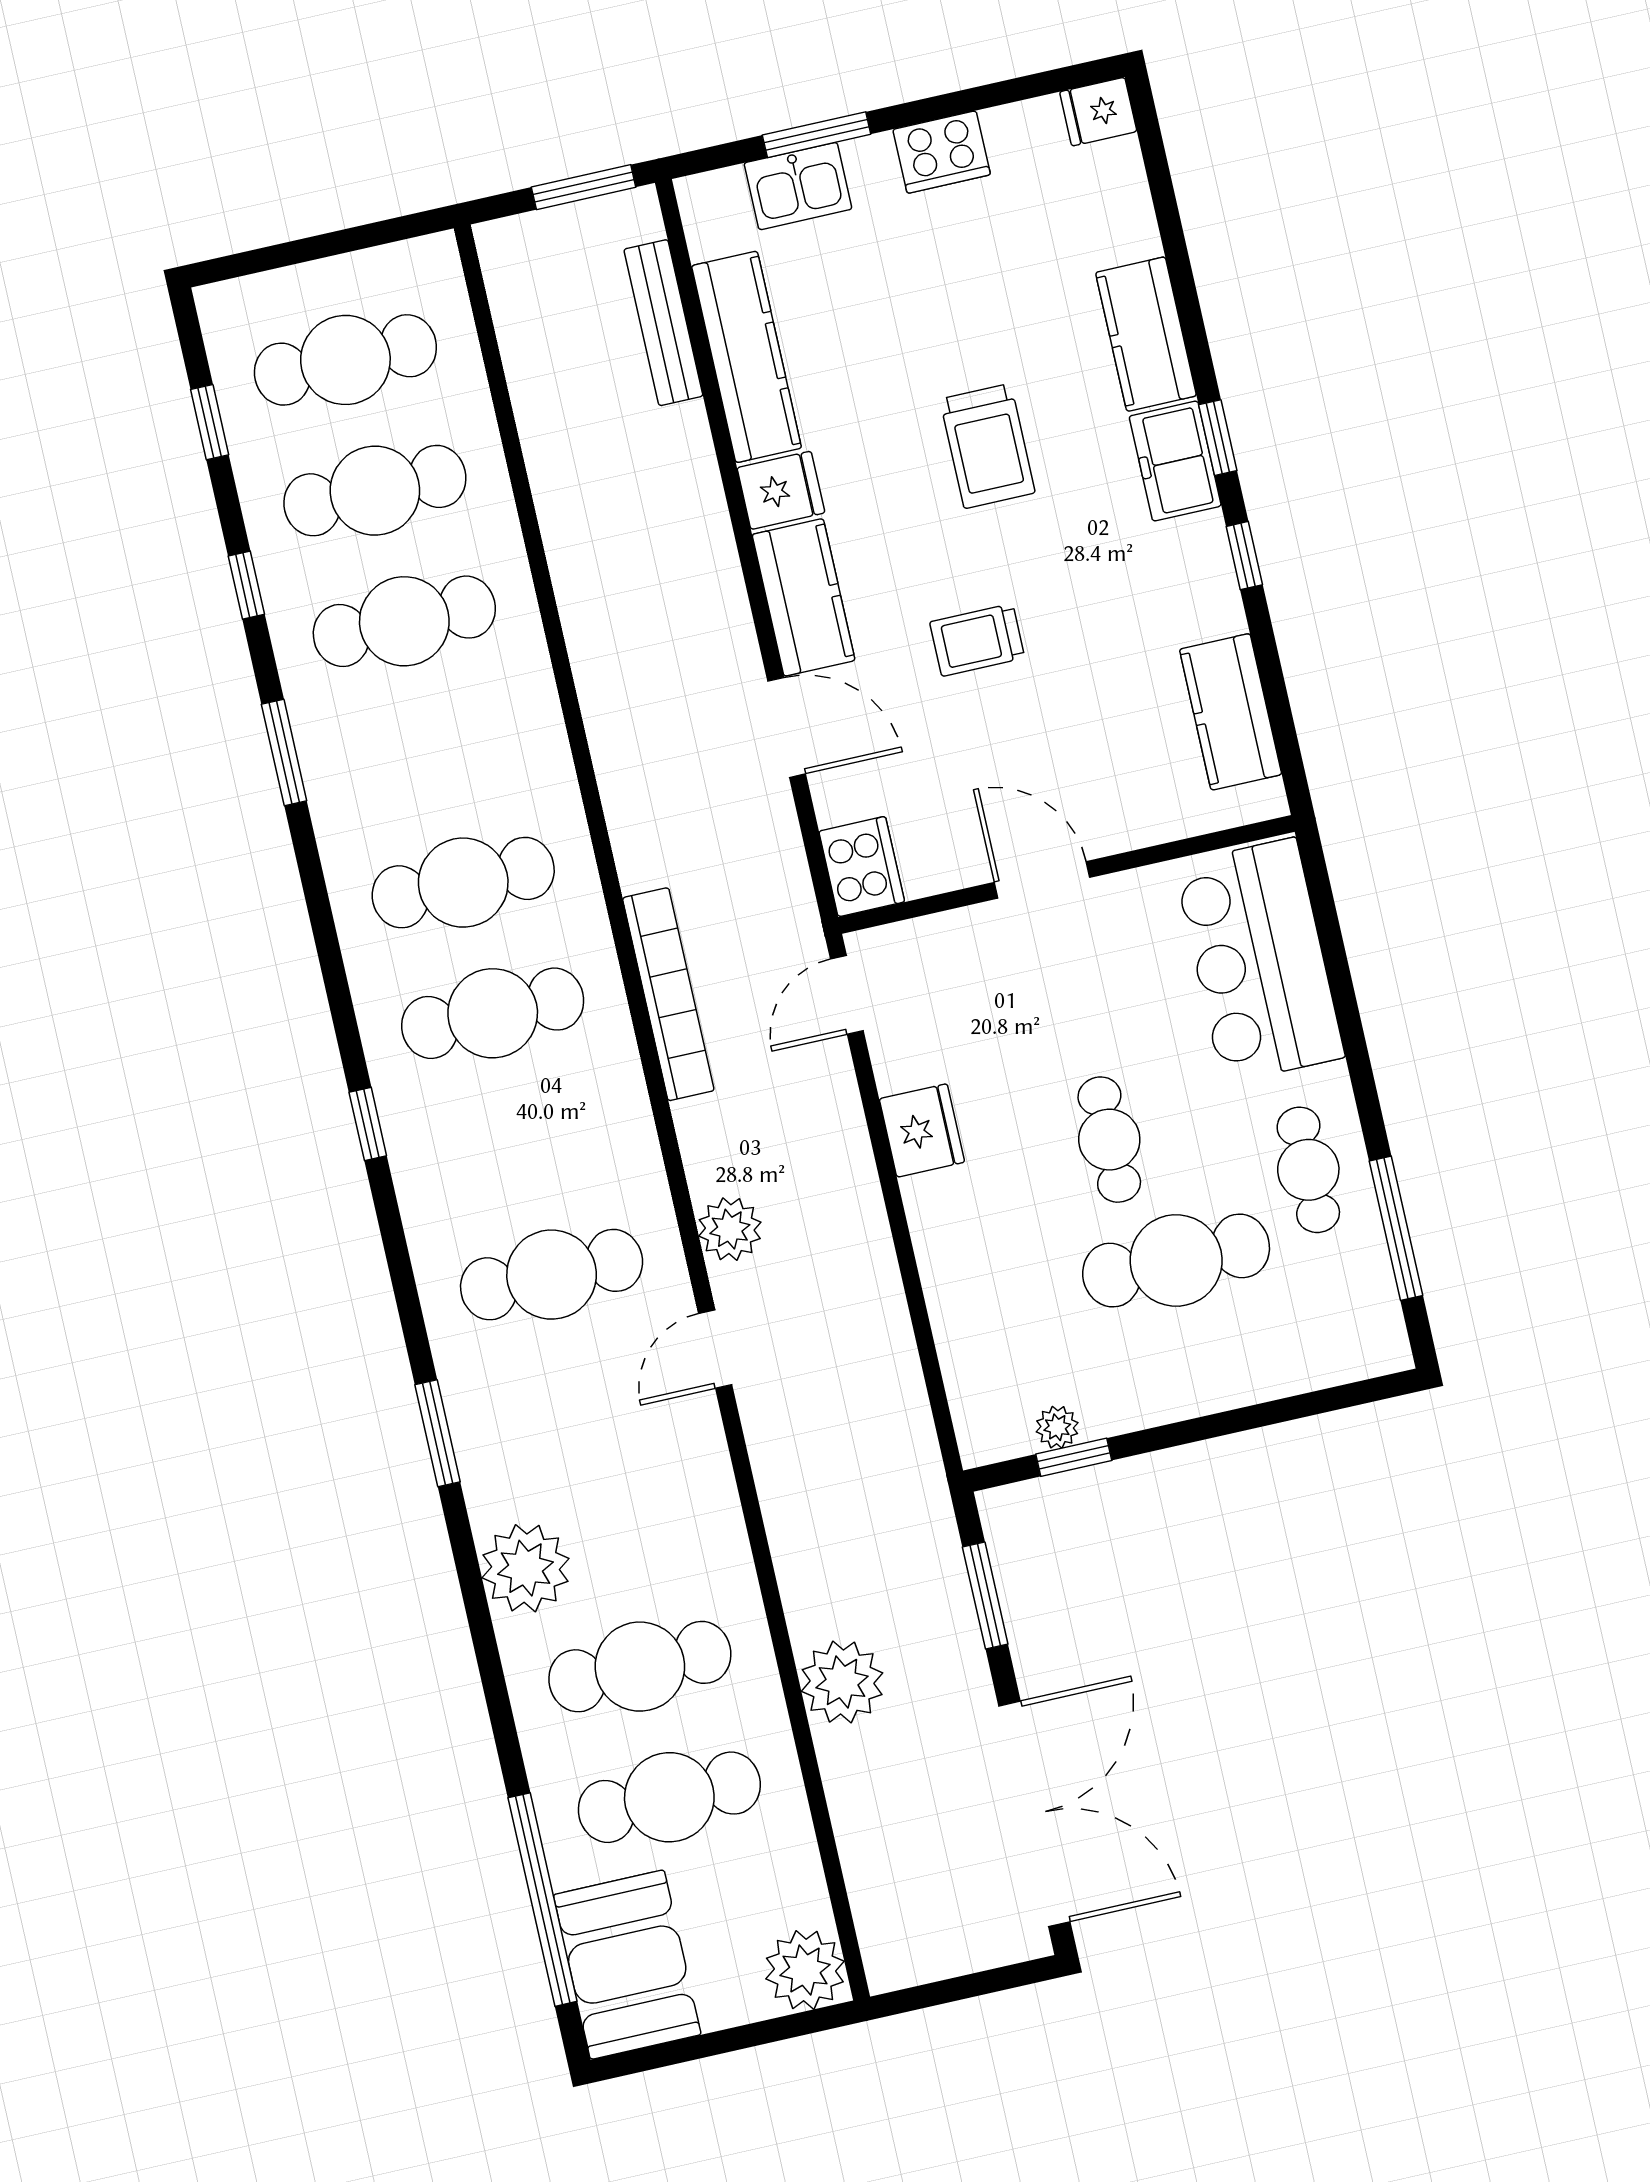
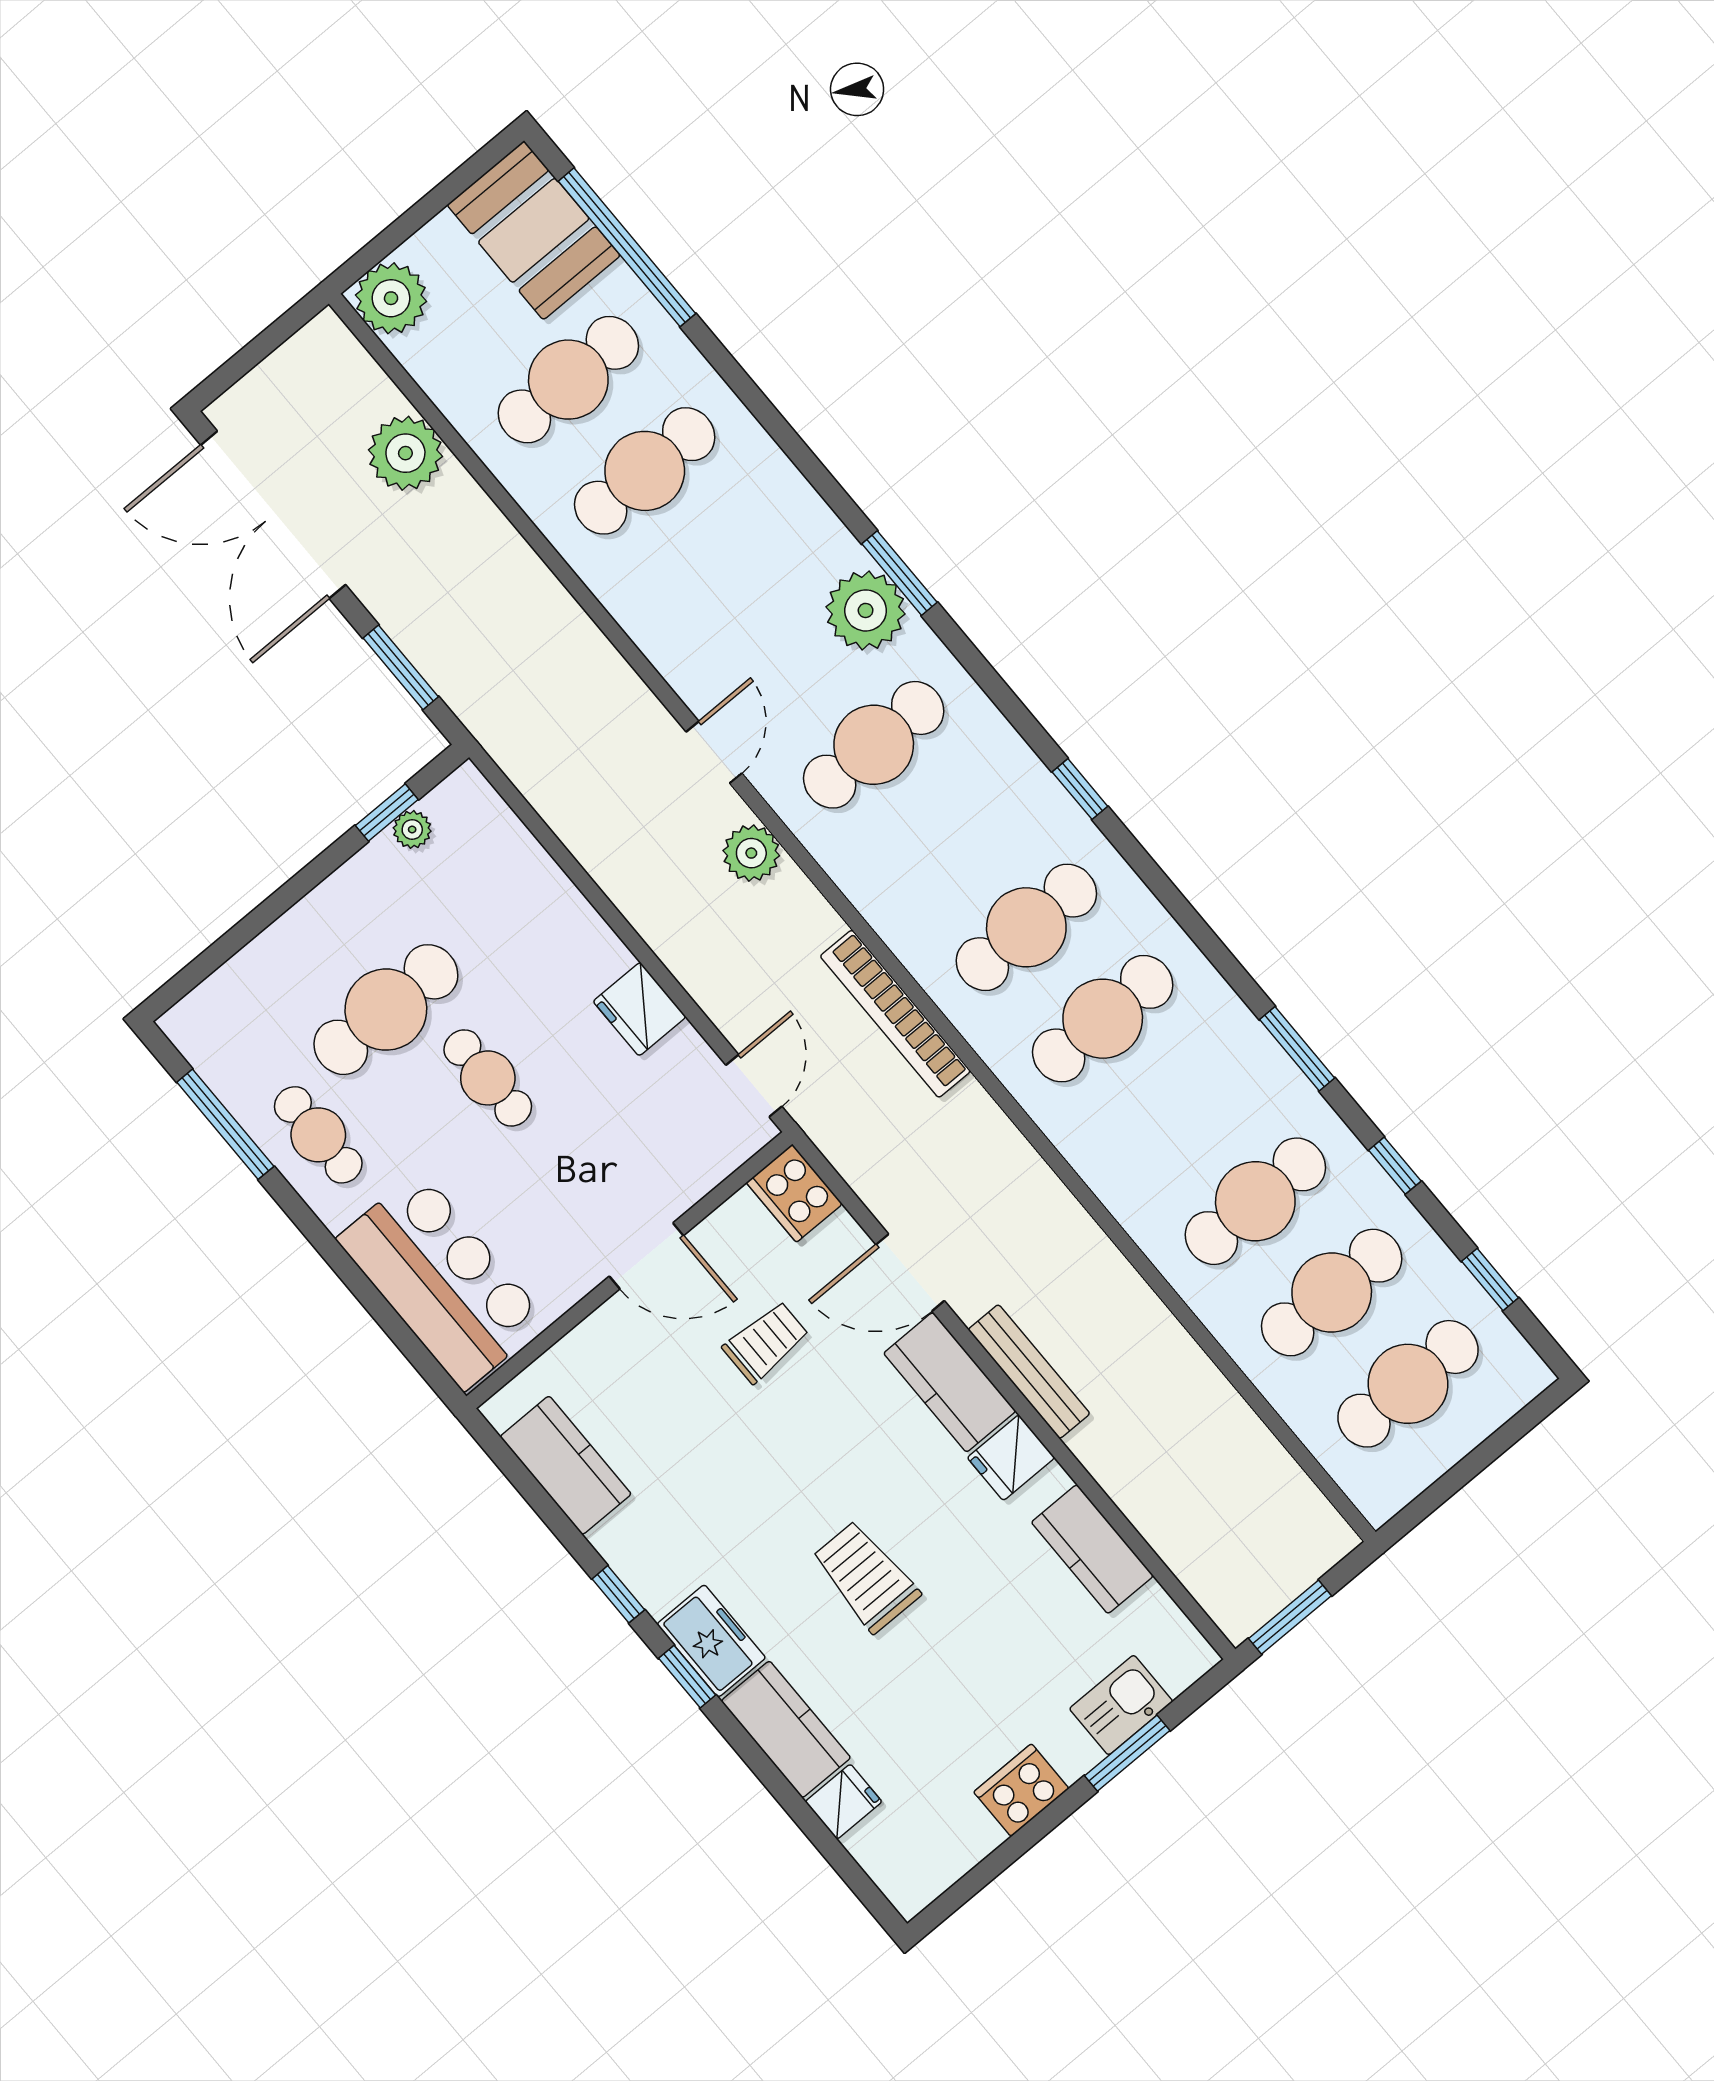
fridge: (1098, 112) -> (844, 1802), moved
bench: (663, 323) -> (1029, 1372), moved
kitchen counter: (747, 357) -> (1092, 1549), width x0.67
trolley: (977, 640) -> (766, 1342), moved
plant: (525, 1568) -> (866, 610), moved
plant: (842, 1682) -> (405, 453), moved

